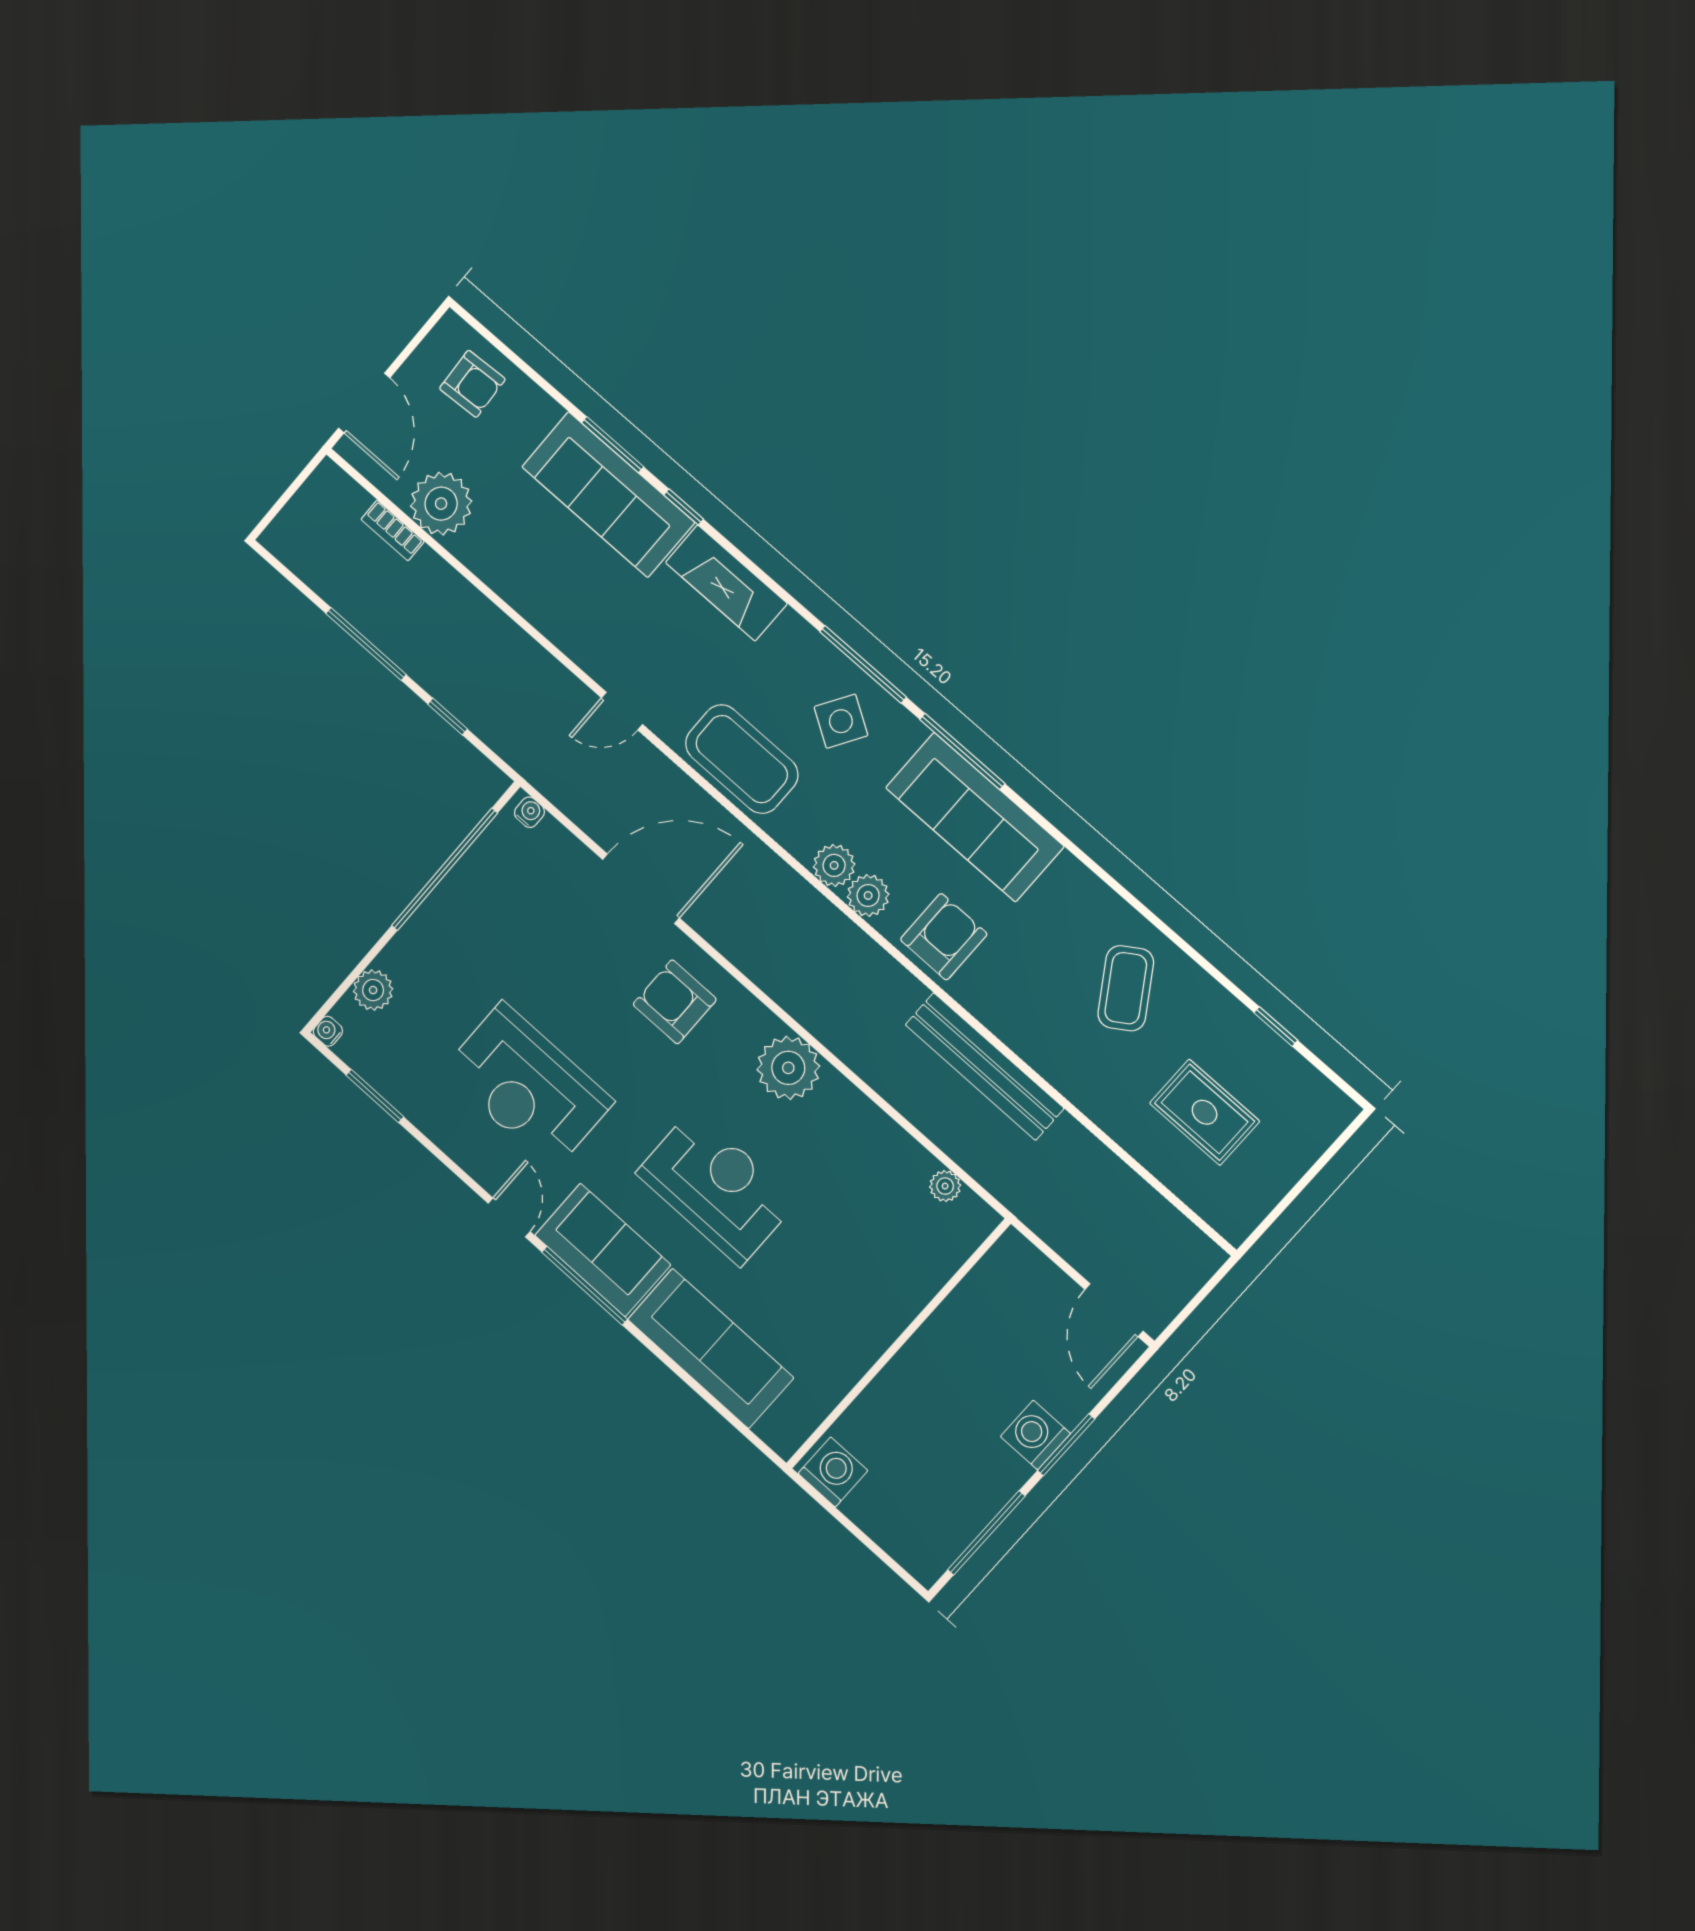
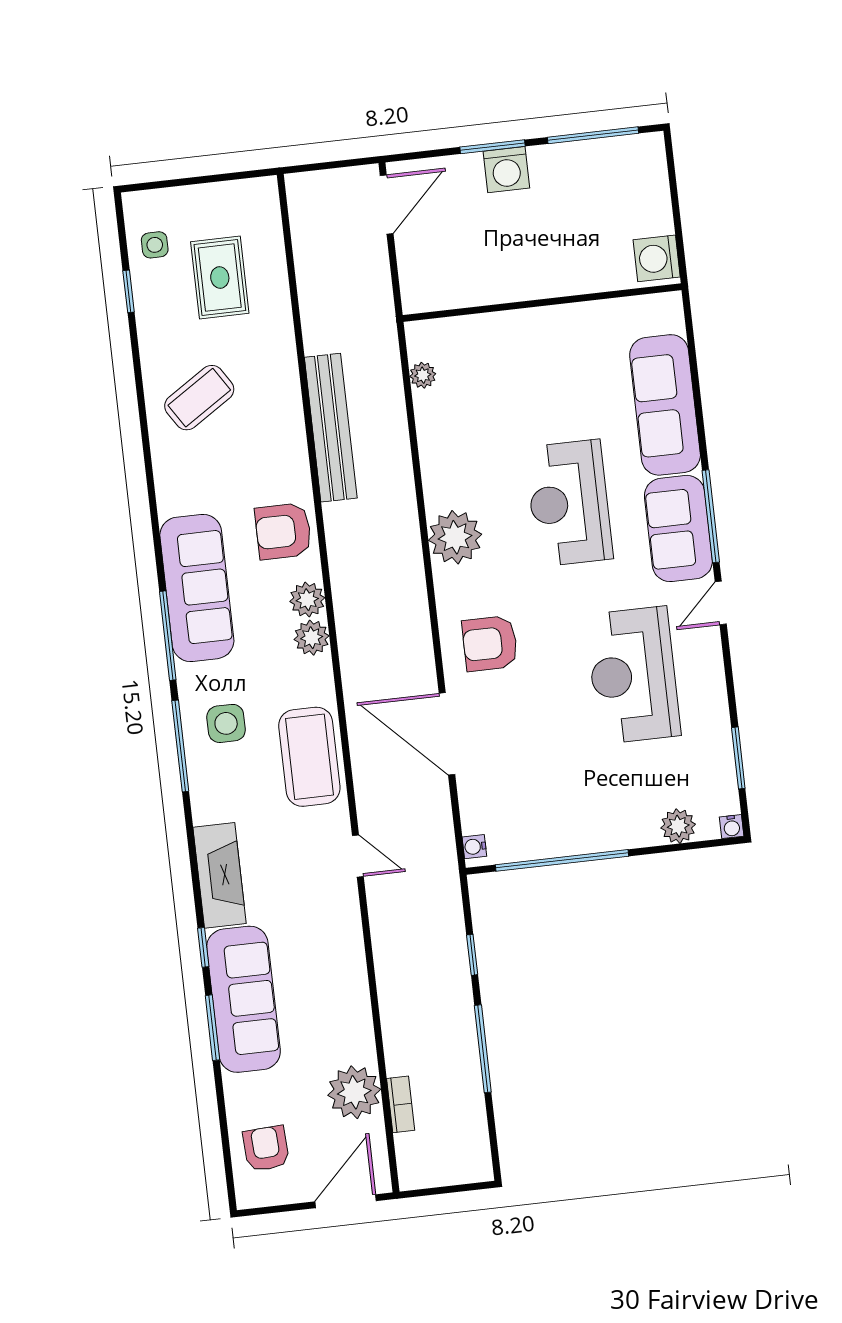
side table: (841, 721) -> (226, 723), turned -32
armchair: (675, 1002) -> (490, 643), turned 90
reception desk: (528, 1086) -> (633, 675), turned 180
side table: (1290, 1089) -> (155, 245), added

